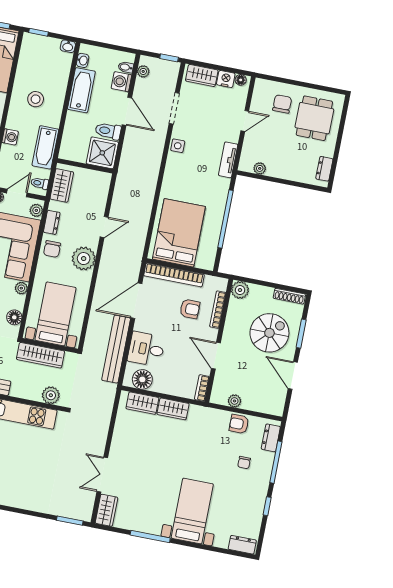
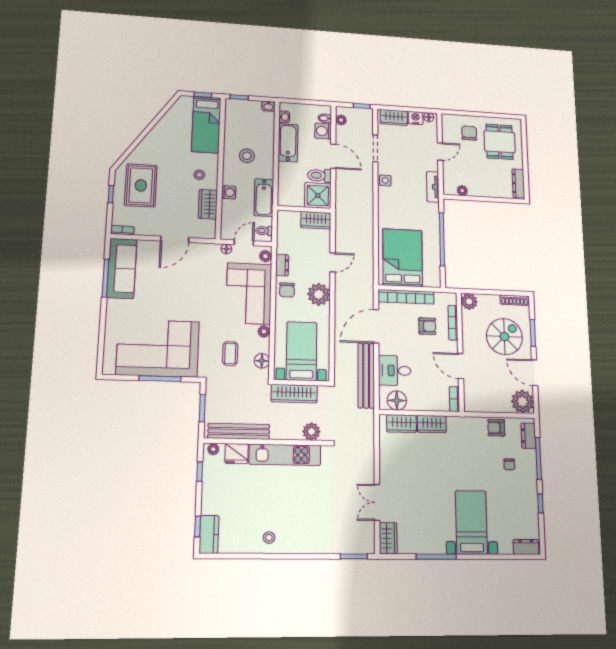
dresser: (324, 169) -> (518, 183), width x1.44
wardrobe: (62, 185) -> (316, 220), moved, turned 90
plant: (234, 401) -> (522, 402), moved, width x1.88, depth x1.88

